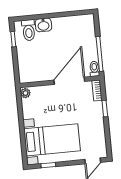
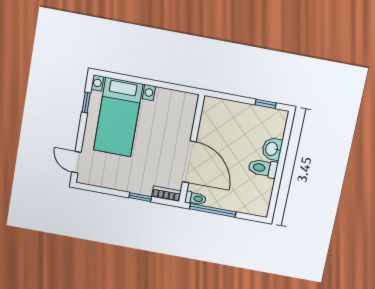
toilet: (29, 30) -> (263, 168), moved
plant: (25, 93) -> (190, 99), removed

